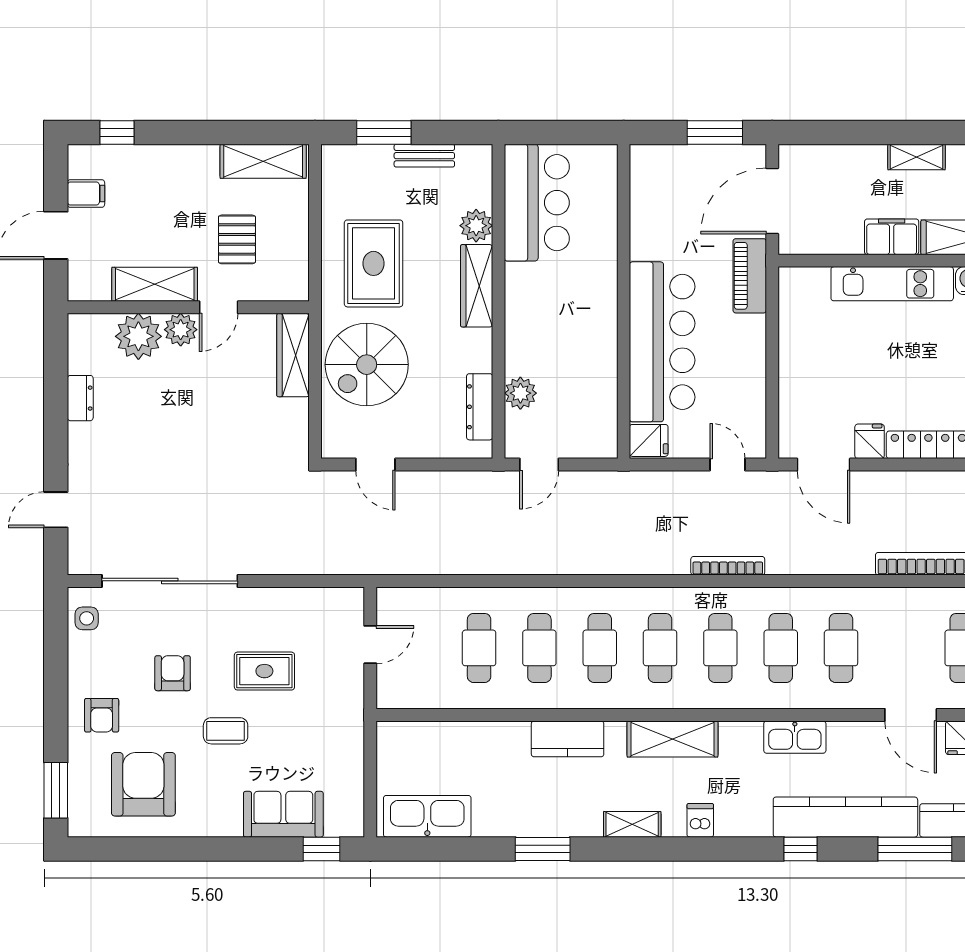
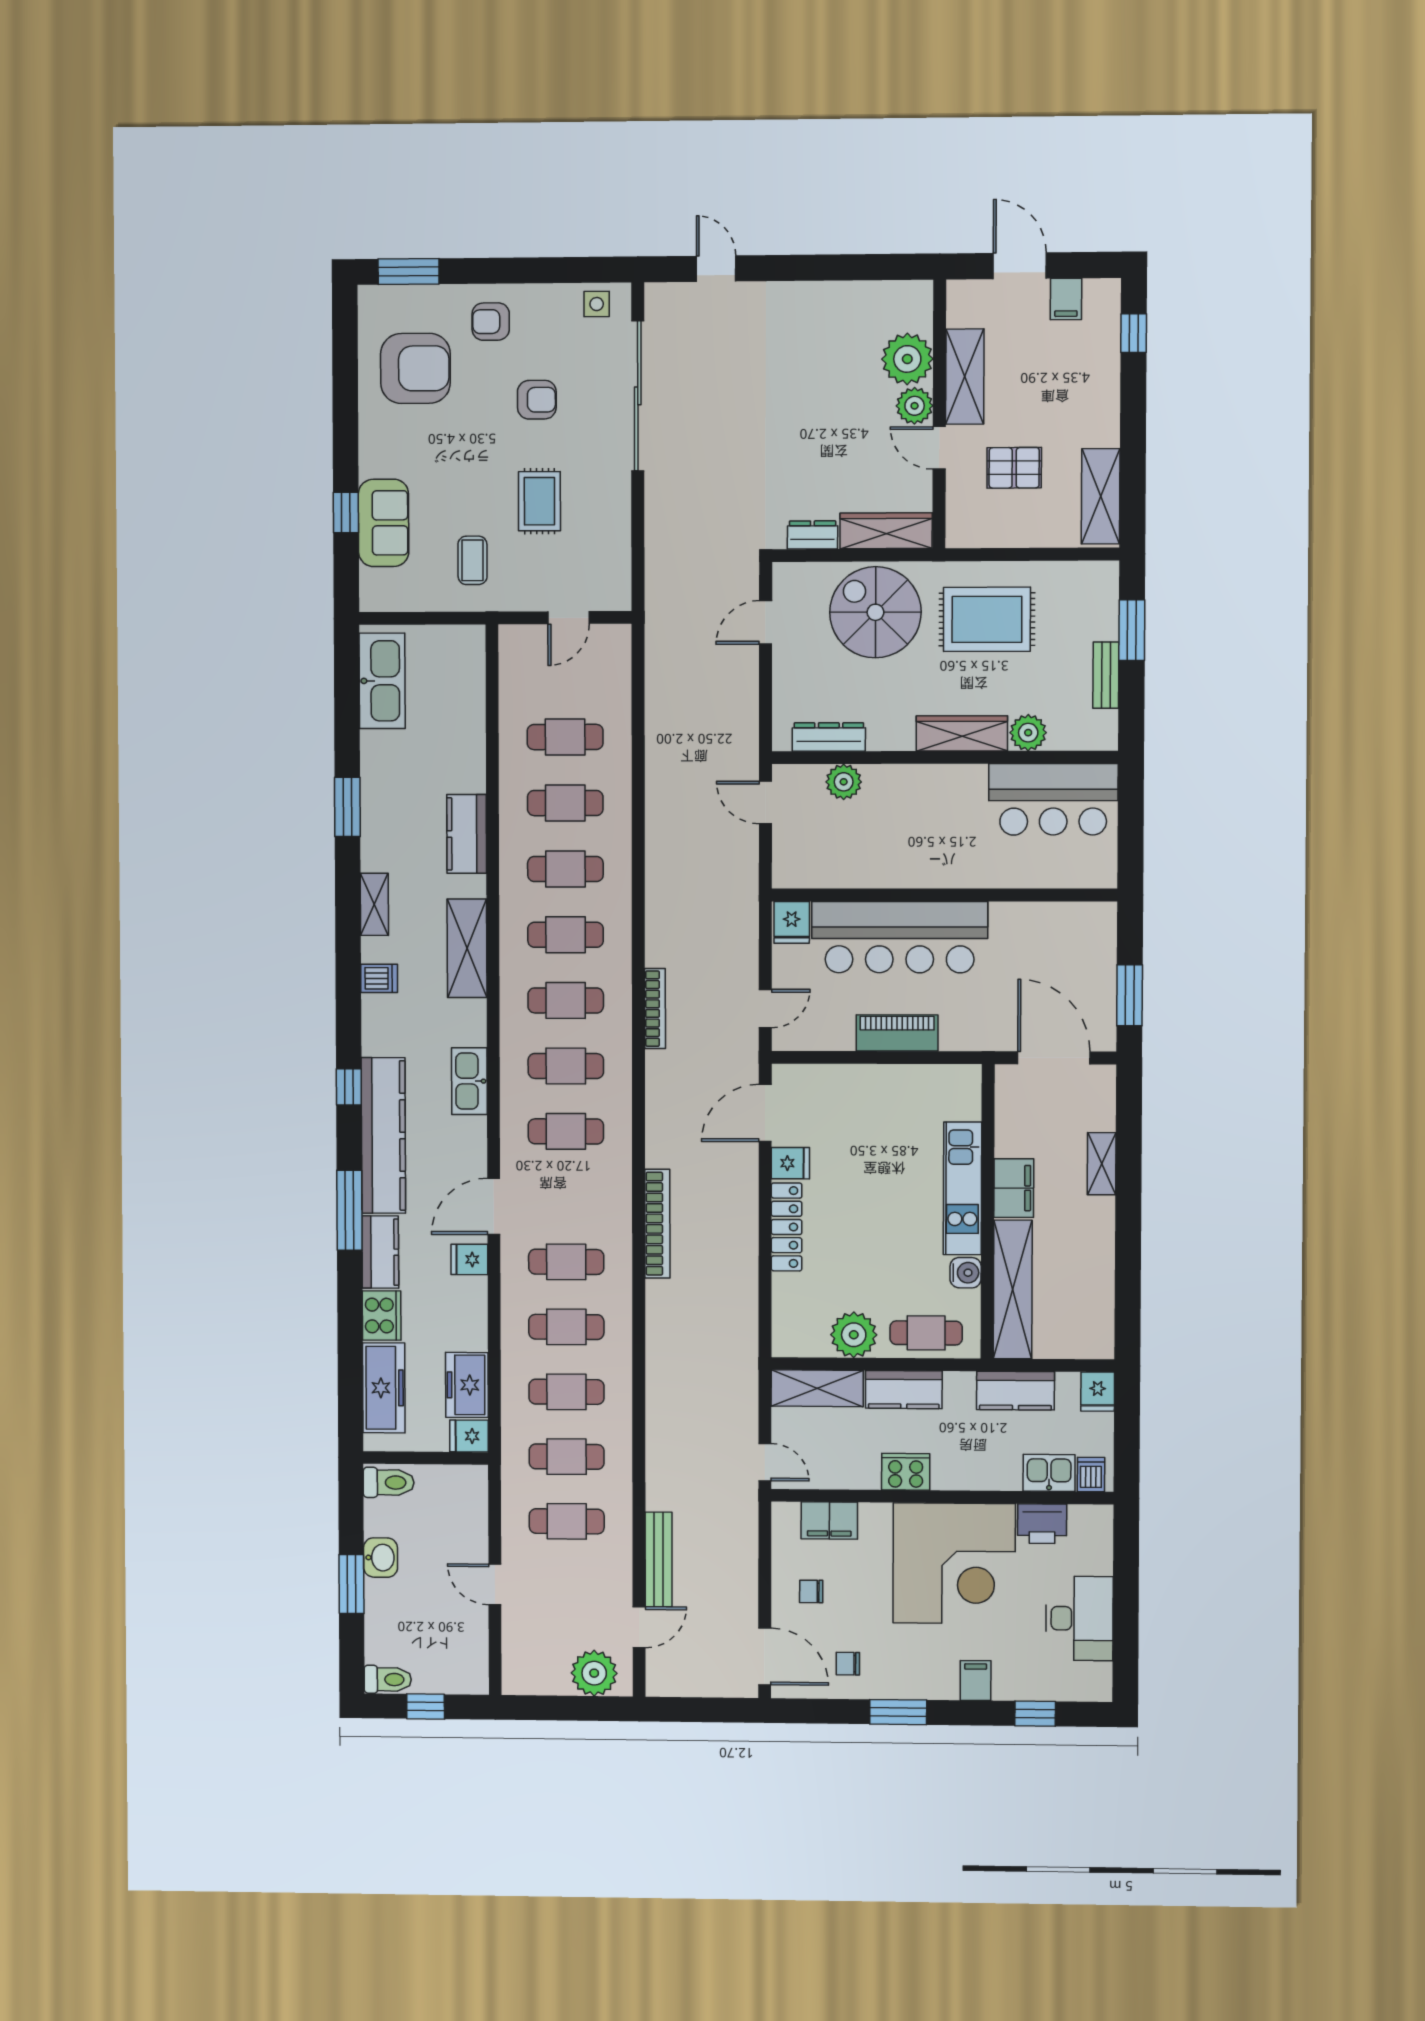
shelving: (916, 157) -> (1102, 1164), moved
piano: (750, 276) -> (897, 1033), moved
dresser: (80, 398) -> (812, 535), moved, turned 180
door: (370, 645) -> (569, 618), hinge flipped
coffee table: (226, 731) -> (473, 560), moved
window: (322, 849) -> (346, 513), moved

